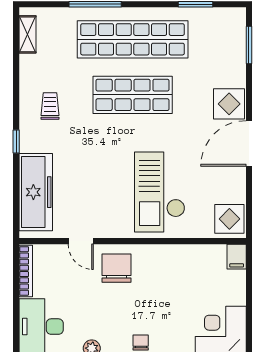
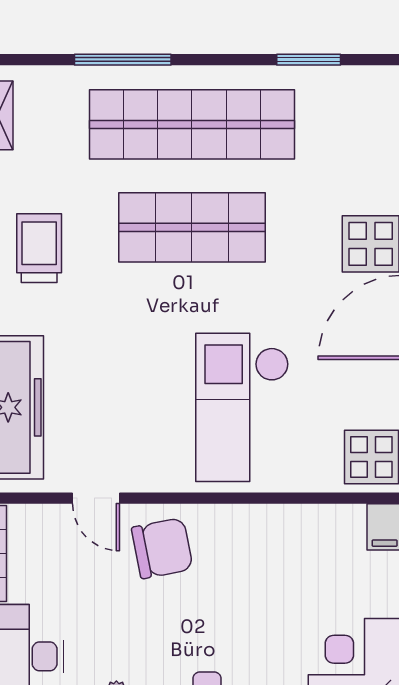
trolley: (50, 106) -> (39, 248), width x1.36, depth x1.39
chair: (116, 268) -> (162, 548), turned 79

